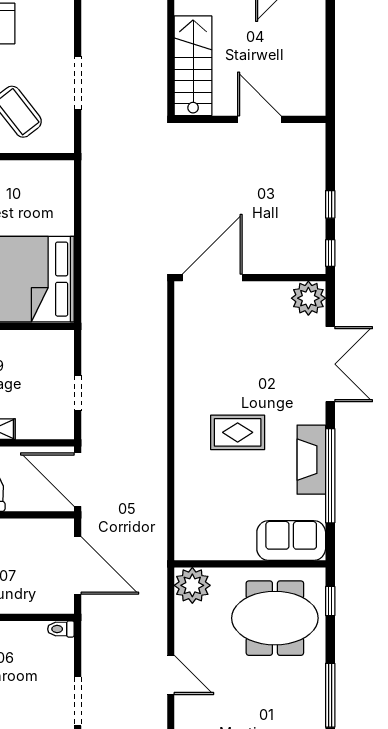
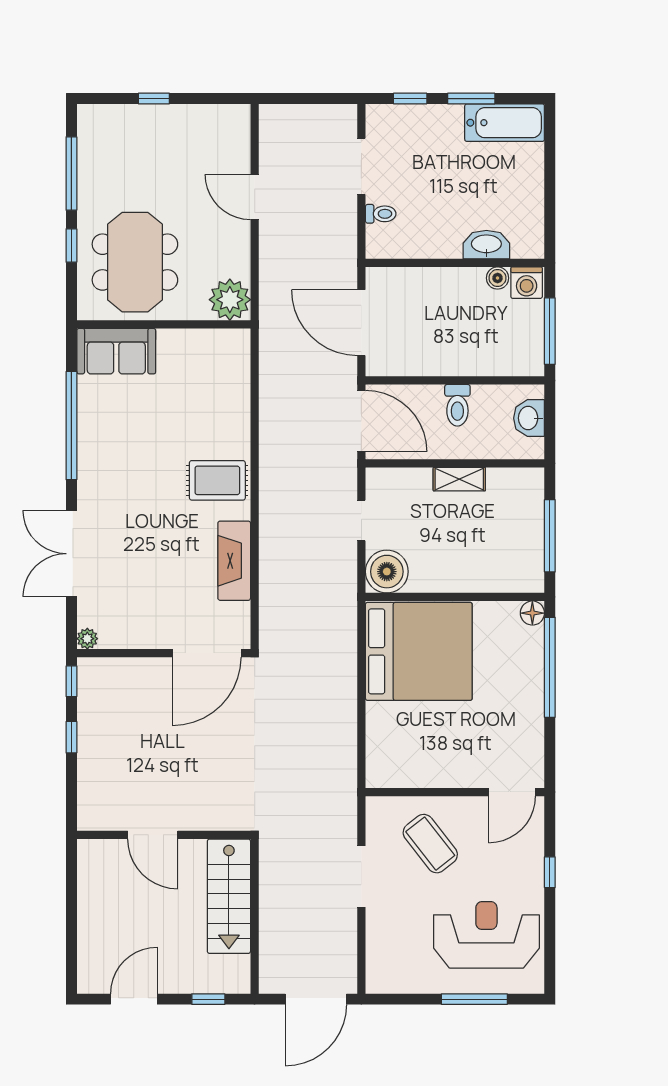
plant: (308, 298) -> (87, 639), width x0.53, depth x0.53
boiler: (56, 349) -> (387, 572), added
rug: (238, 432) -> (217, 480), moved
fireplace: (311, 460) -> (234, 561), moved, turned 180
window: (330, 601) -> (71, 245), moved
meeting table: (275, 618) -> (135, 262), turned 90
toilet: (61, 629) -> (381, 214), moved

